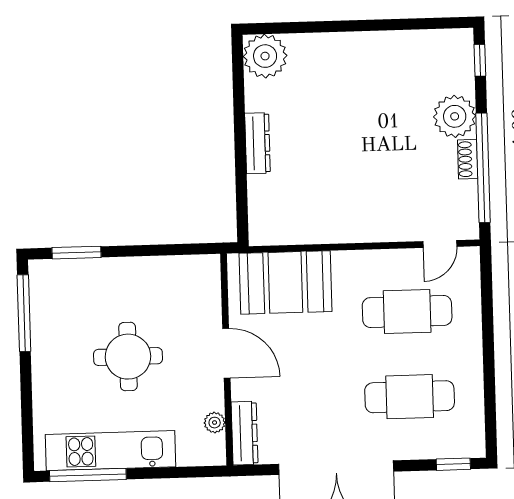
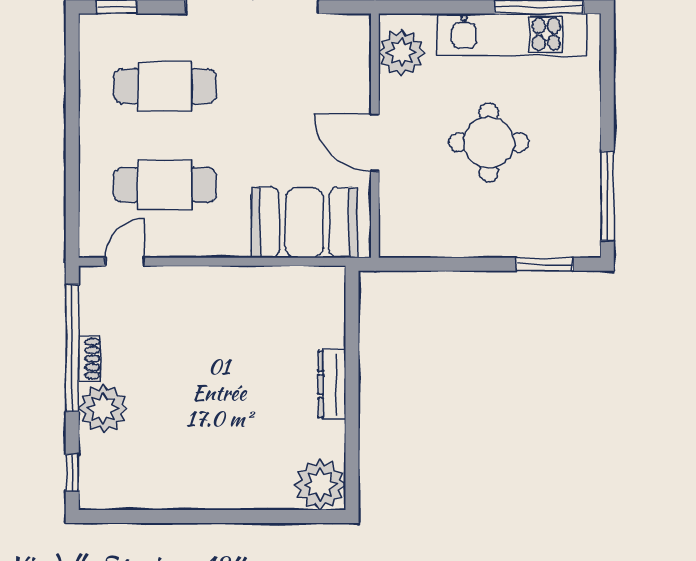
plant: (215, 423) -> (402, 52), width x1.88, depth x1.88
dresser: (244, 433) -> (357, 50), removed

